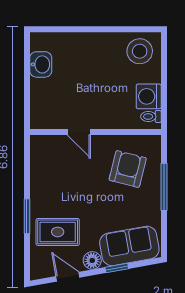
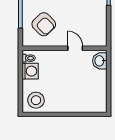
washbasin: (41, 64) -> (100, 61), moved
armchair: (128, 169) -> (44, 24), turned -58

